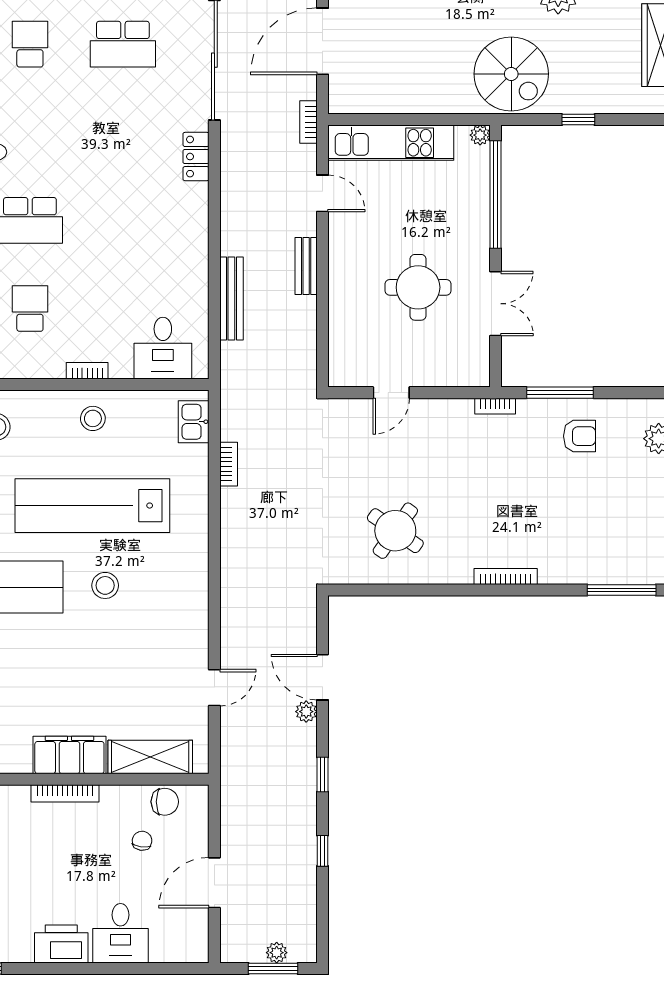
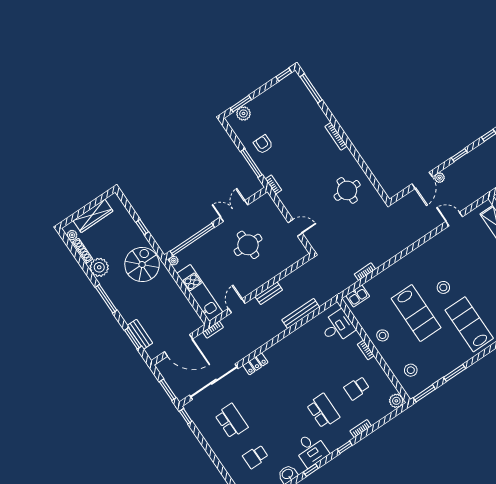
lab bench: (92, 506) -> (416, 313), width x0.73
round table: (395, 531) -> (347, 190), turned -35

